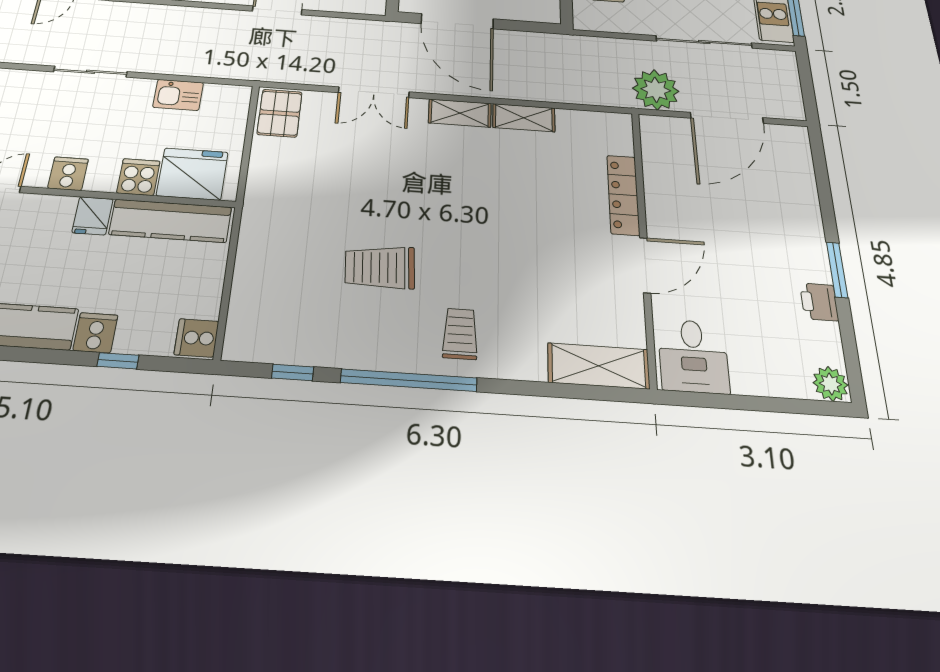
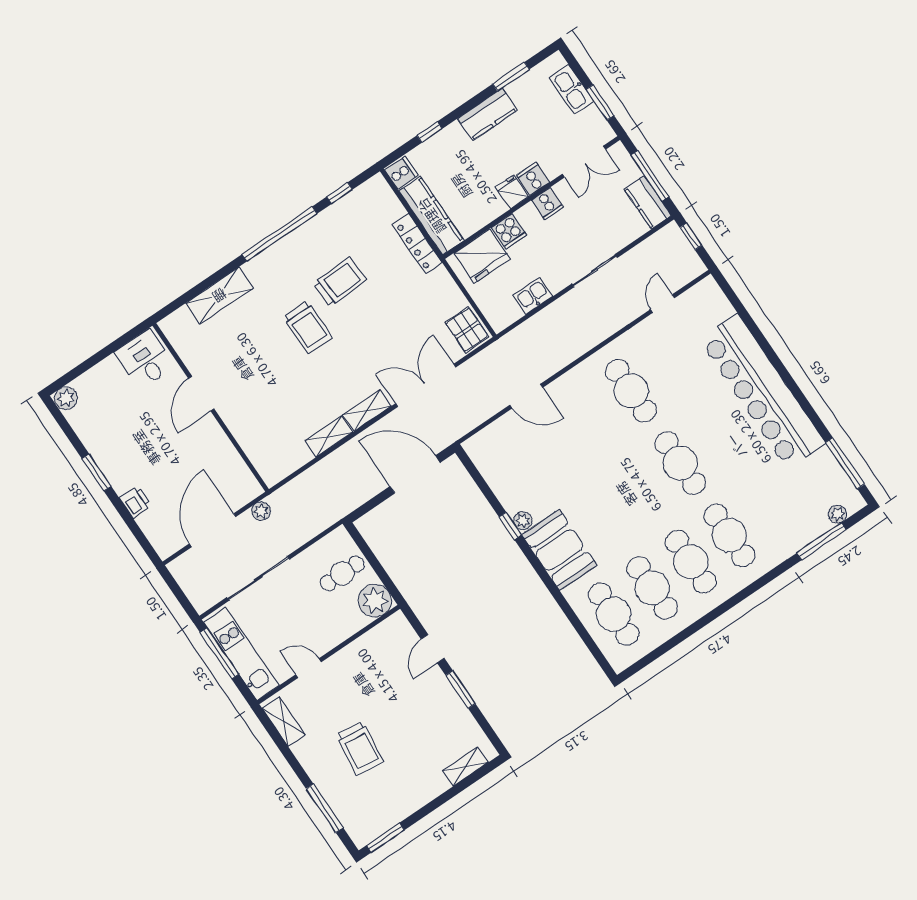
plant: (656, 90) -> (261, 511), width x0.53, depth x0.53
double door: (374, 92) -> (426, 385), width x1.37
locker: (623, 195) -> (417, 244), moved, turned 180
kitchen counter: (170, 221) -> (431, 216), moved, turned 90
printer: (819, 302) -> (135, 502), moved
cooker: (95, 333) -> (533, 179), moved, turned 180
trolley: (460, 334) -> (308, 327), moved, width x1.36, depth x1.39
shelving: (598, 366) -> (220, 296), moved

